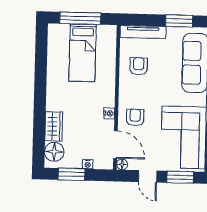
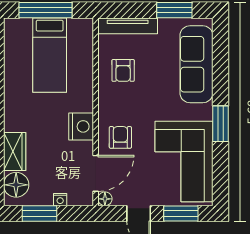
armchair: (139, 66) -> (123, 70), turned 180
nightstand: (109, 113) -> (81, 126), width x1.89, depth x1.79
door: (115, 145) -> (96, 173), hinge flipped

